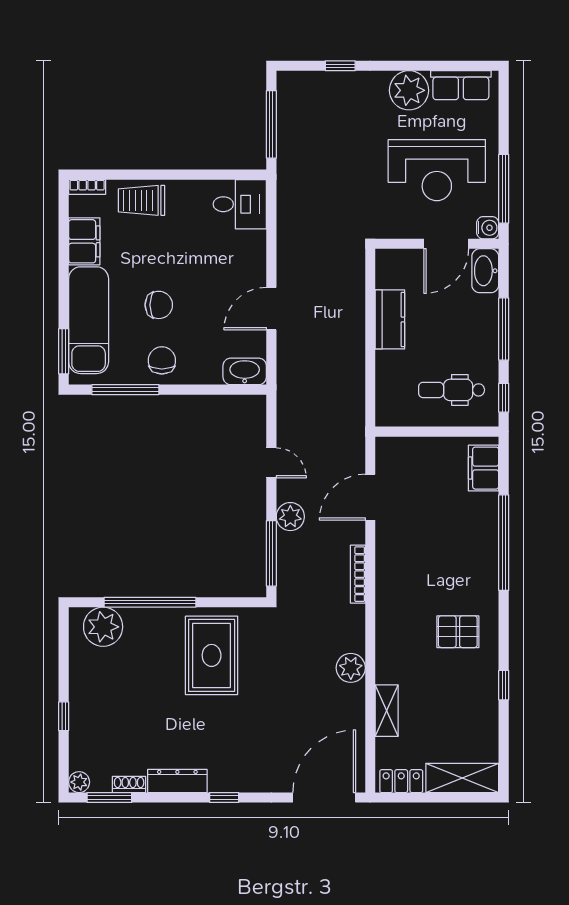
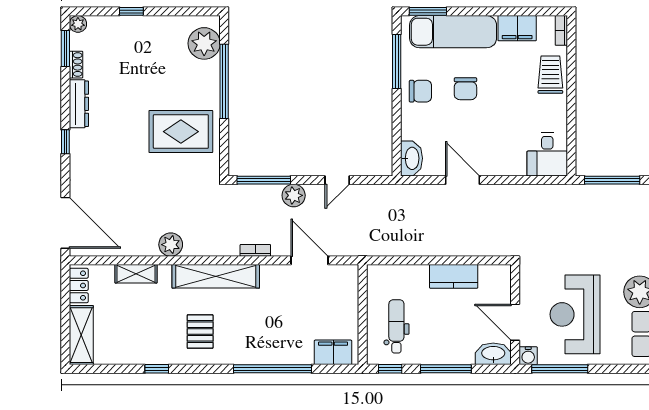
bookcase: (358, 574) -> (255, 250), width x0.64
shelving: (390, 612) -> (216, 276), added

